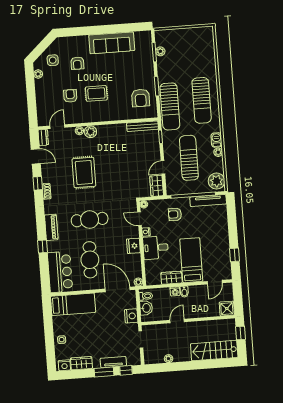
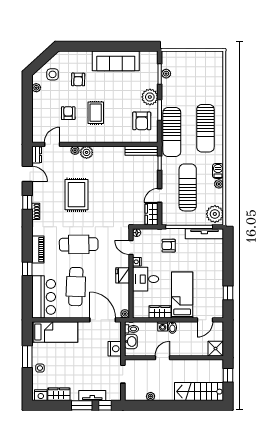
plant: (147, 75) -> (150, 97), added
rug: (96, 93) -> (96, 113), turned 90
window: (49, 330) -> (27, 357), added

